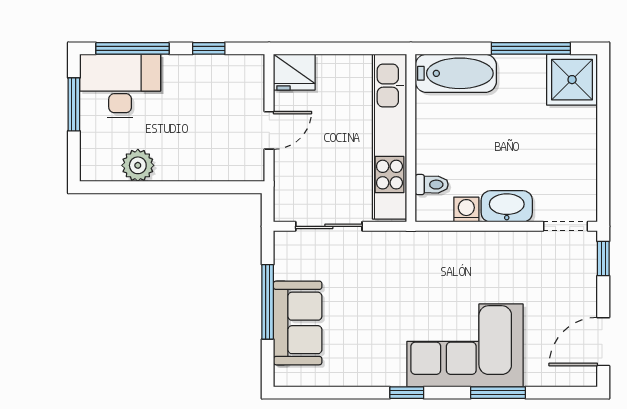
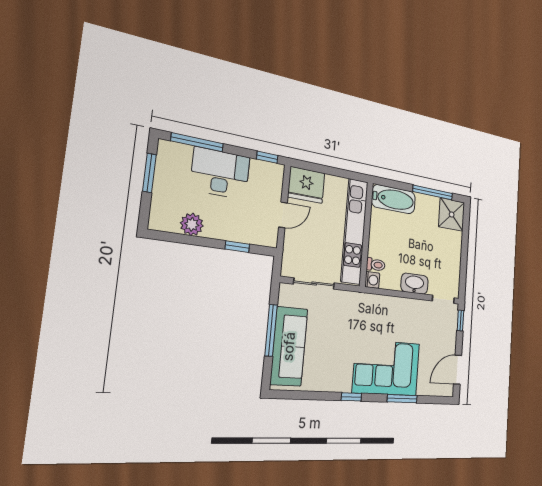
window: (209, 48) -> (267, 157), moved
fridge: (294, 72) -> (306, 185), width x1.36, depth x1.34
desk: (120, 86) -> (220, 173), moved
window: (205, 187) -> (237, 247), added
washing machine: (466, 210) -> (372, 280), moved, turned 90
sofa: (298, 323) -> (289, 346), width x1.36

